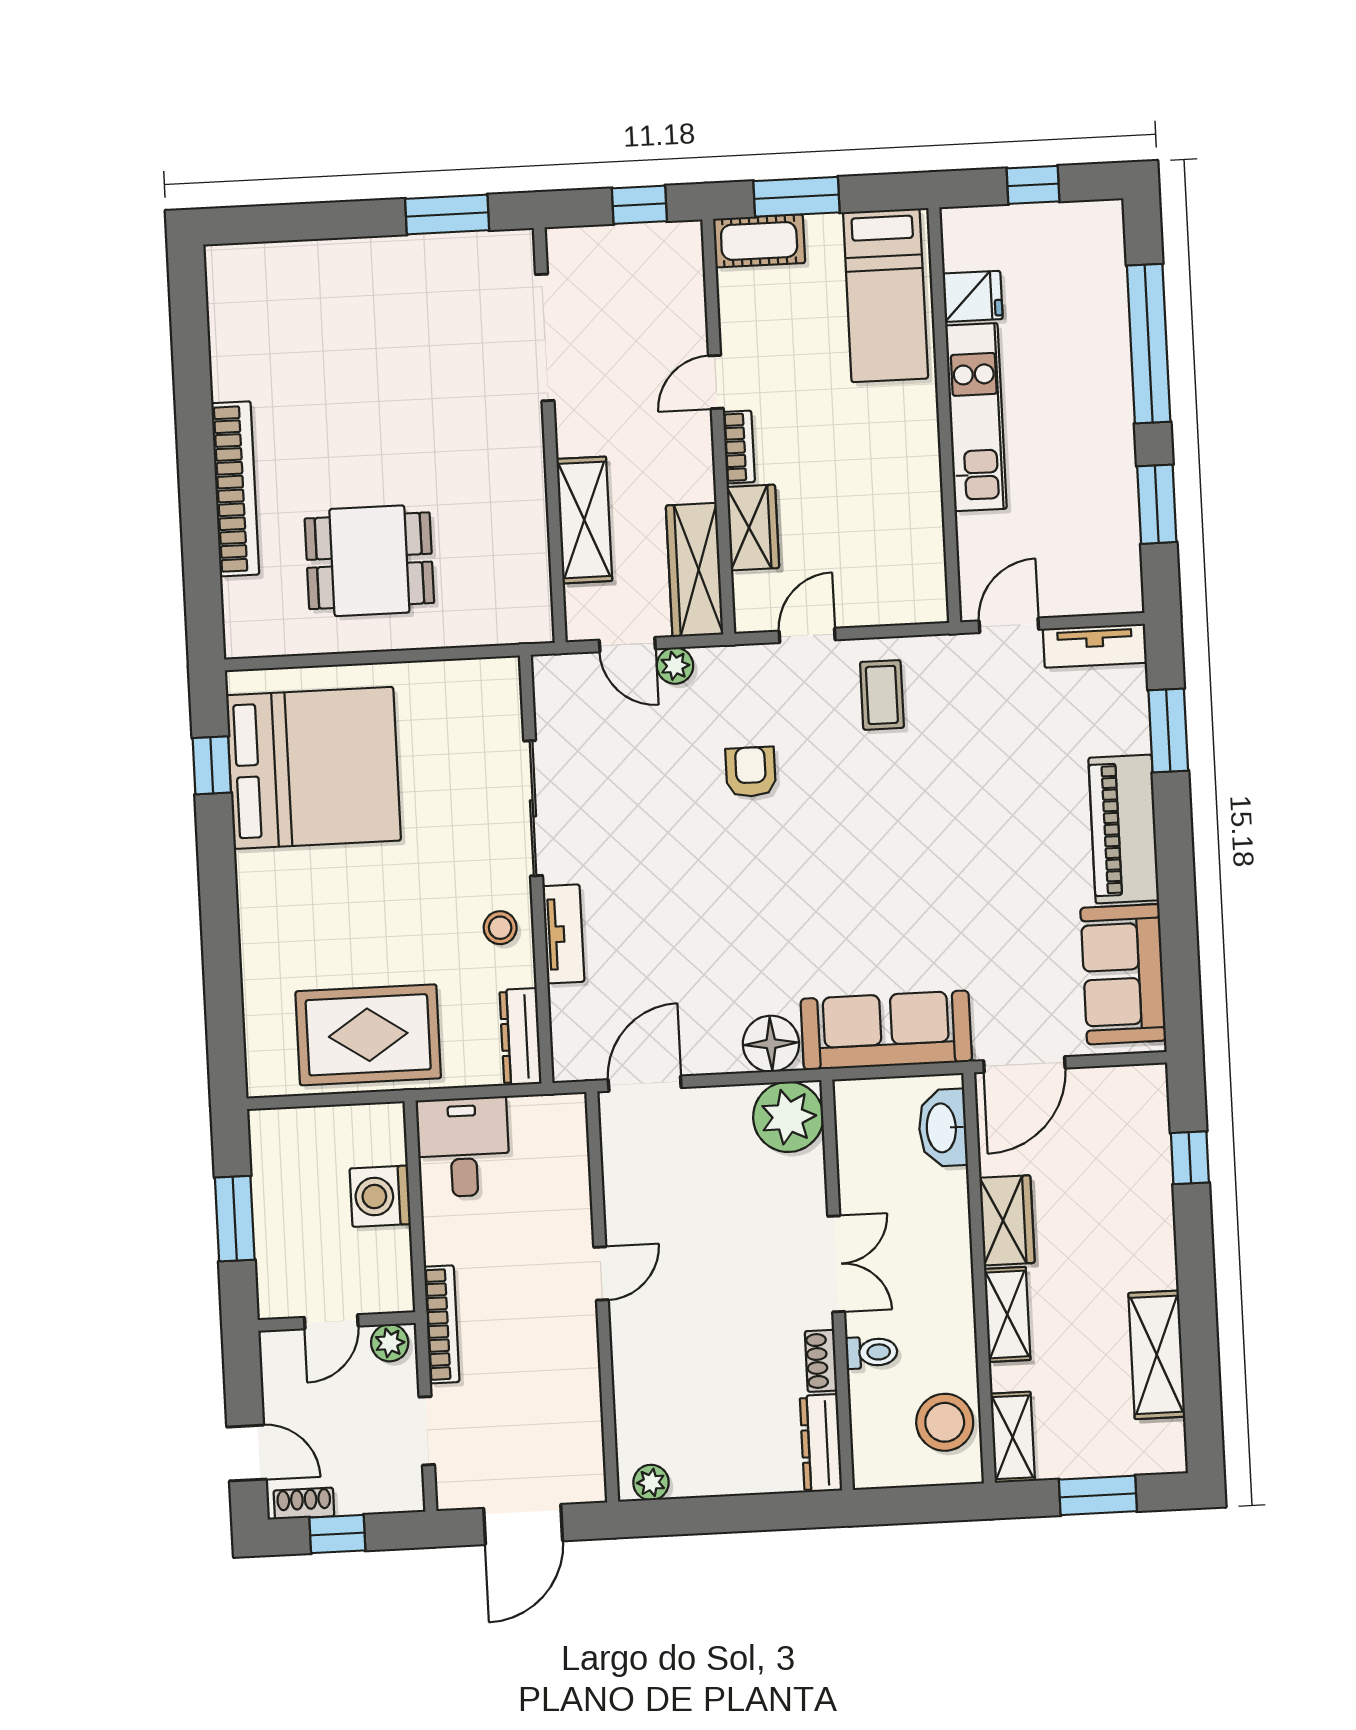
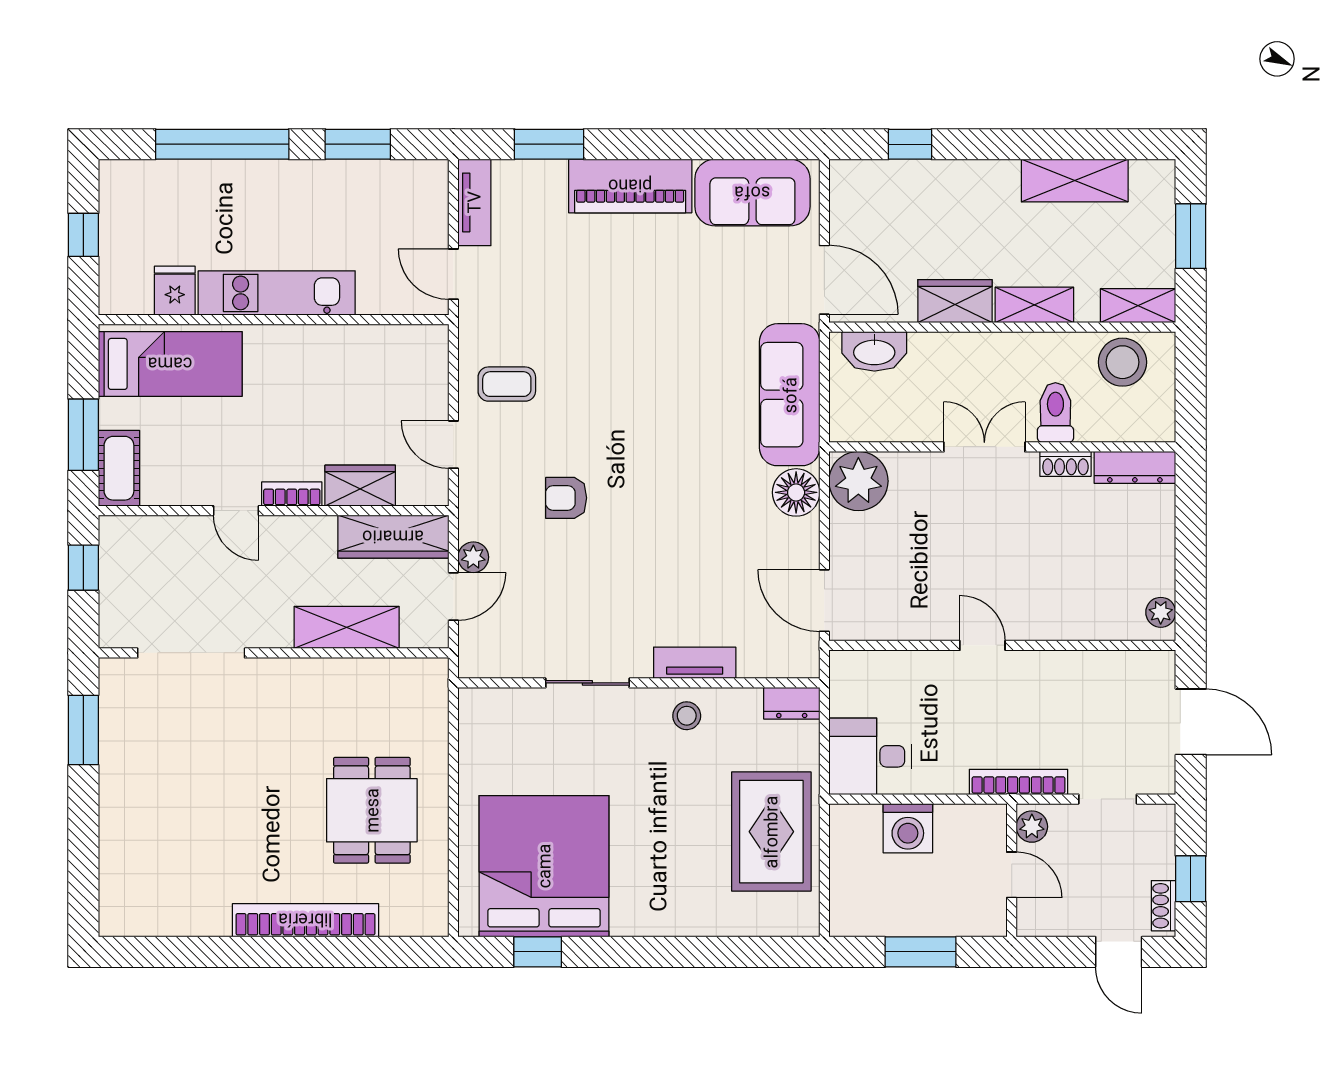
sliding door: (533, 808) -> (587, 683), width x0.73
dresser: (521, 1037) -> (792, 703), width x0.70
toilet: (872, 1352) -> (1055, 413), width x1.37, depth x1.39
door: (247, 1453) -> (1119, 952), swing flipped

